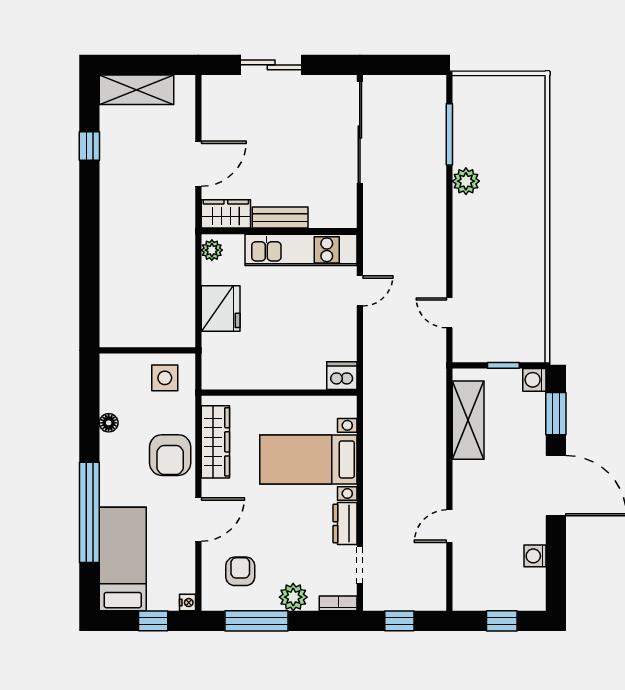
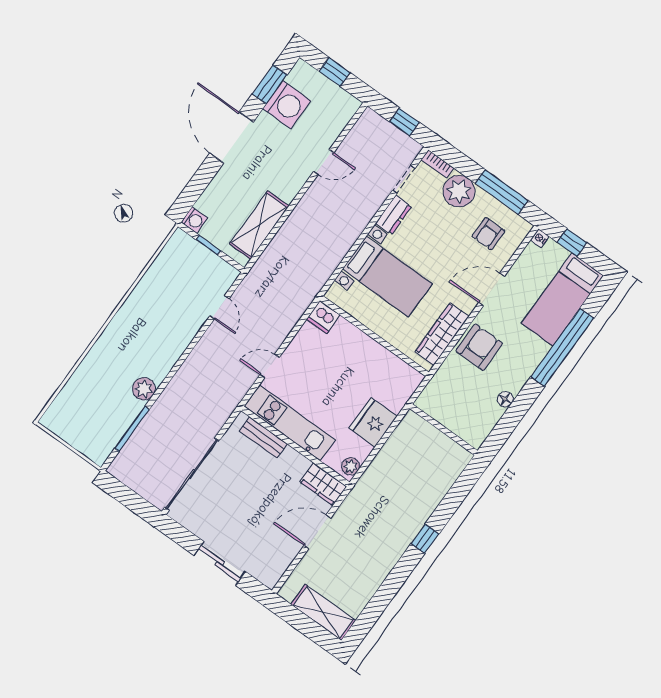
window: (89, 146) -> (425, 539), moved
bench: (280, 217) -> (263, 437), moved
side table: (165, 378) -> (445, 402), removed
window: (556, 414) -> (270, 84), moved
washing machine: (535, 556) -> (287, 105), width x1.89, depth x1.89
plant: (293, 597) -> (459, 191), width x1.36, depth x1.36

